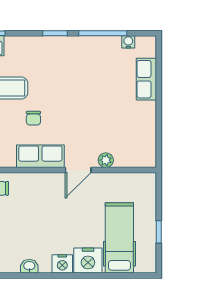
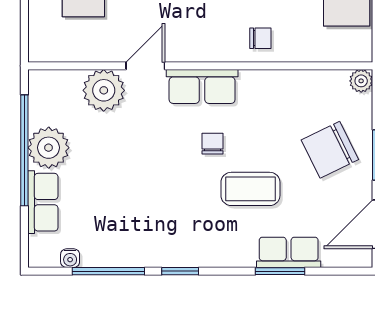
window: (159, 114) -> (24, 150), added
plant: (143, 115) -> (49, 148), added
plant: (106, 160) -> (104, 90), width x1.88, depth x1.88

